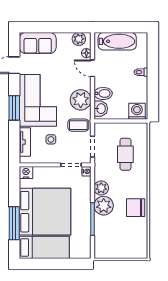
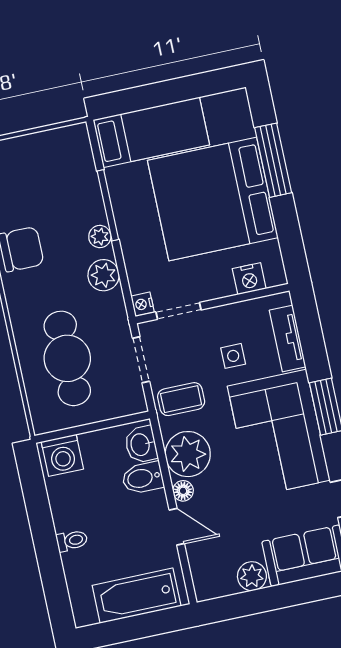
plant: (79, 39) -> (252, 576), moved
floor lamp: (86, 53) -> (183, 491), moved
cafe table: (125, 154) -> (67, 358), width x1.37, depth x1.35
nightstand: (26, 172) -> (249, 279), moved
plant: (104, 206) -> (100, 237), width x0.53, depth x0.53
bed: (44, 247) -> (151, 132), moved, turned 180

